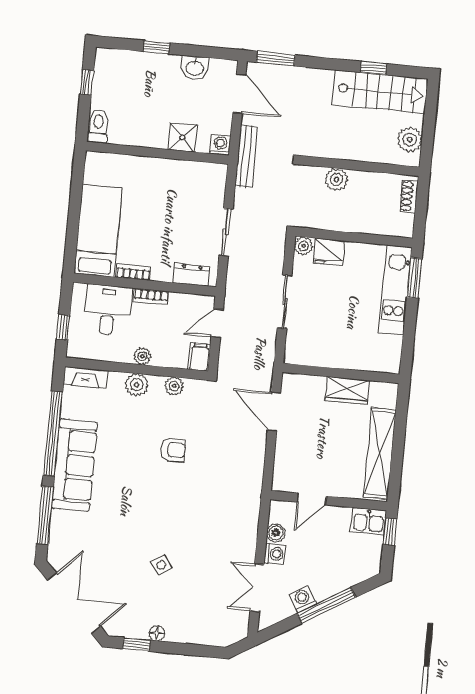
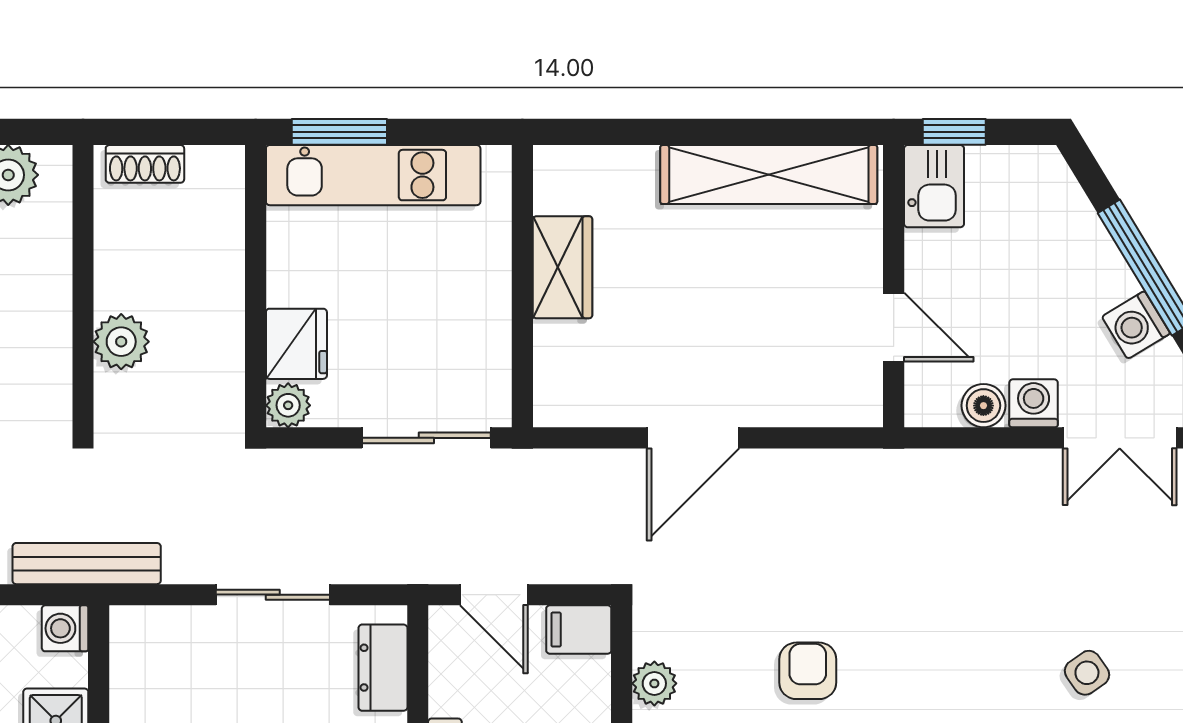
wall: (341, 373) -> (522, 286), moved
wardrobe: (347, 391) -> (562, 267), moved

